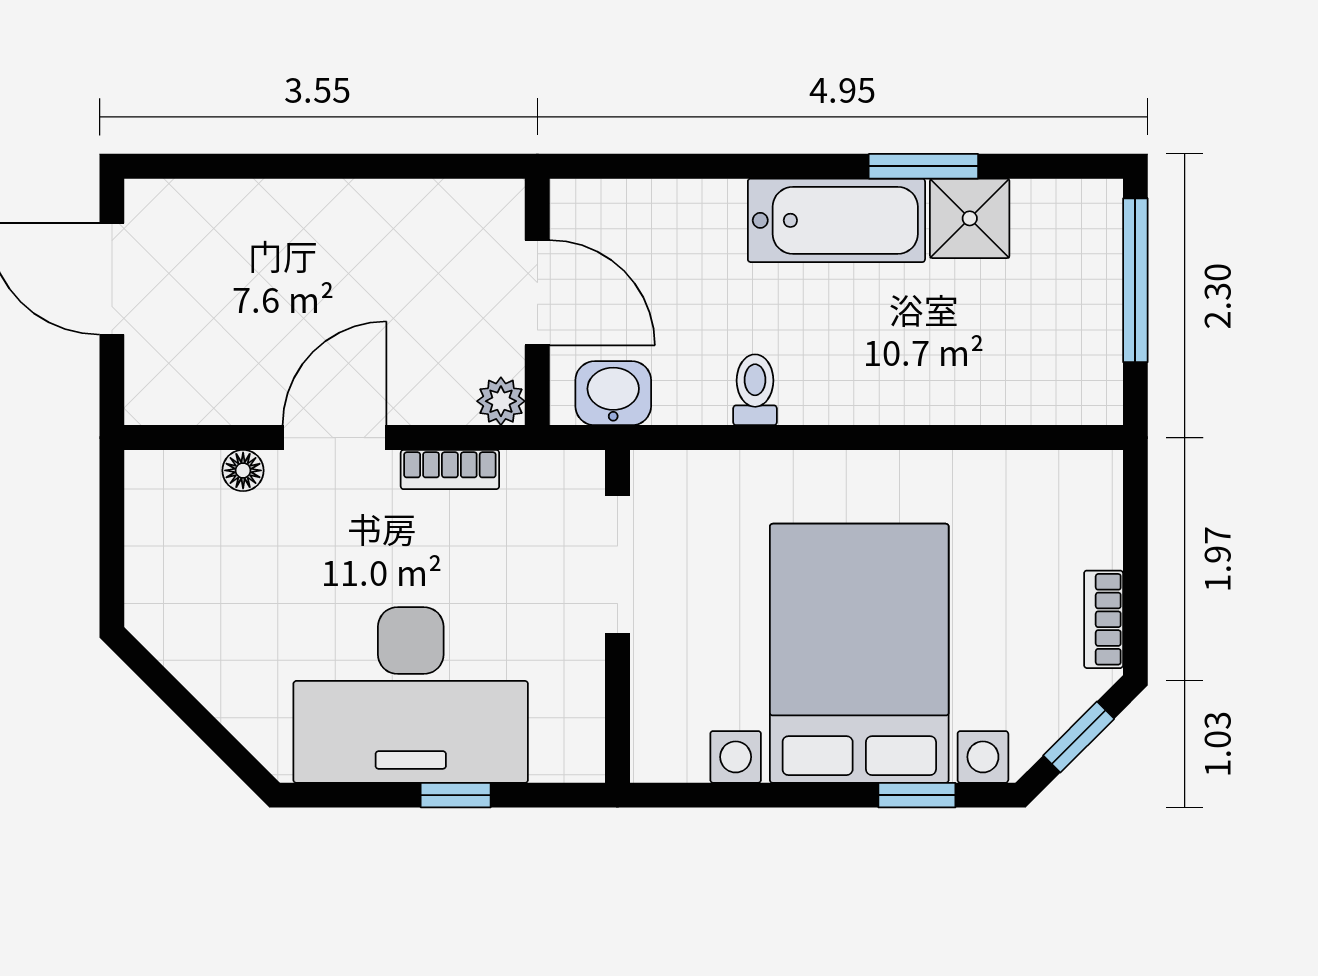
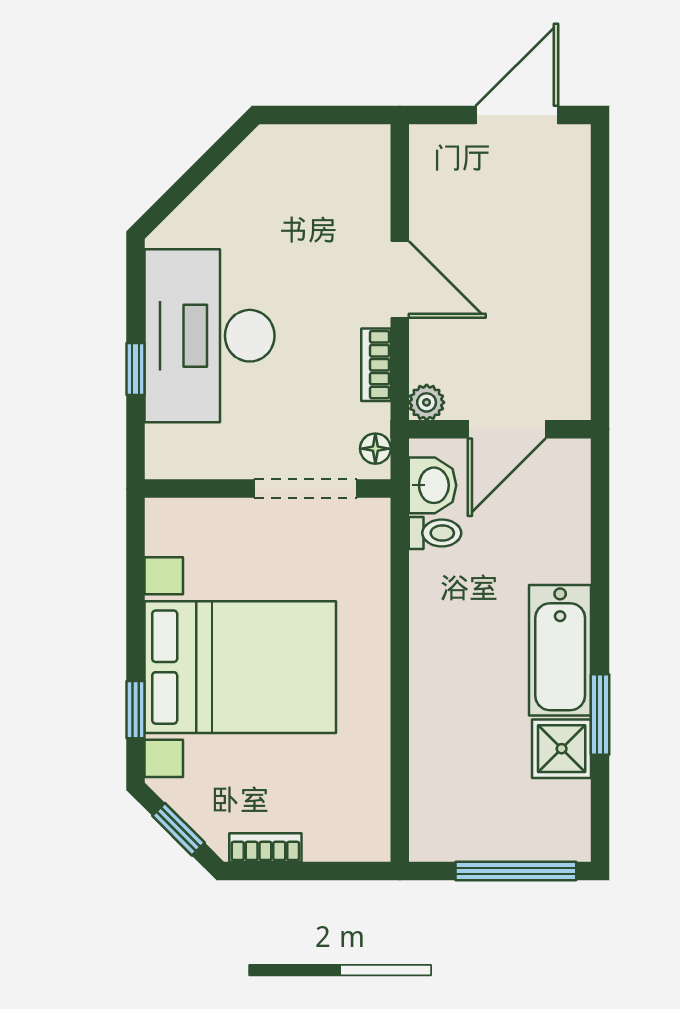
toilet: (755, 390) -> (435, 533), moved
floor lamp: (243, 470) -> (375, 449), moved

